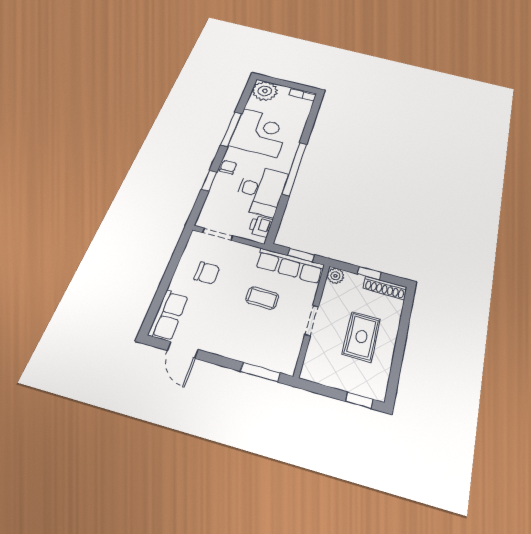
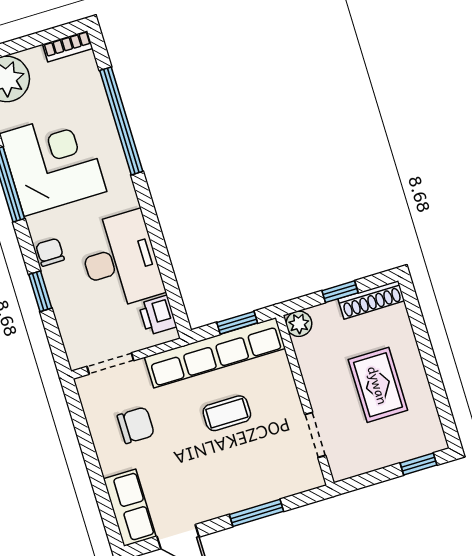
window: (295, 169) -> (121, 121), moved
row of seats: (290, 266) -> (215, 353), width x1.36
doorway: (312, 321) -> (315, 435), moved
window: (260, 372) -> (256, 513), moved

